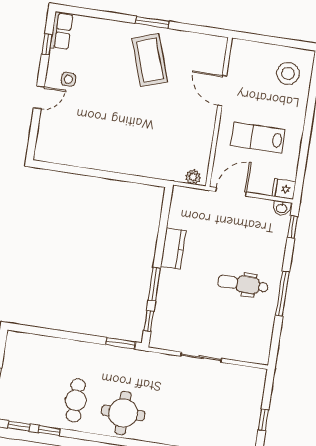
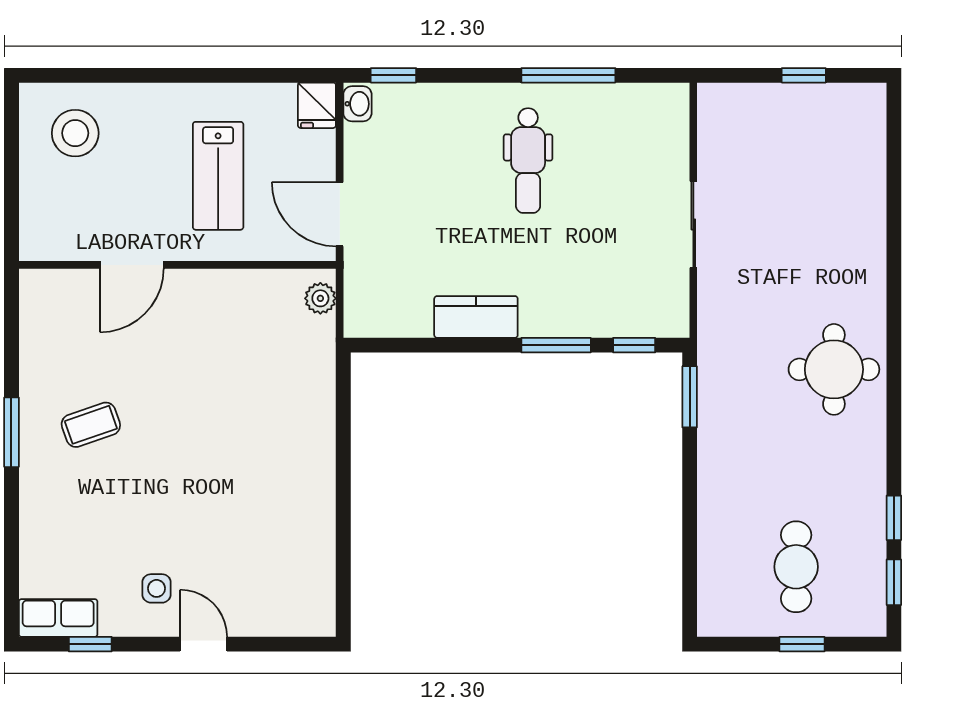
coffee table: (150, 60) -> (91, 425), width x0.54, depth x0.58
window: (282, 294) -> (568, 75), moved
cafe table: (76, 400) -> (796, 567), moved, turned 90

